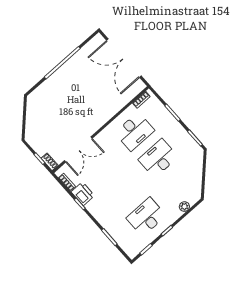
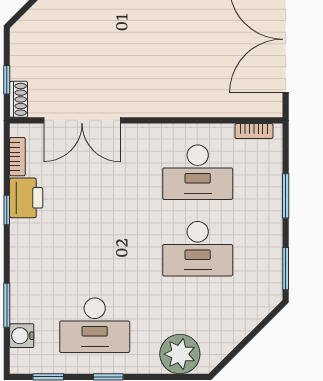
desk: (158, 158) -> (198, 249), turned 180
plant: (184, 207) -> (180, 354), width x1.87, depth x1.87
desk: (146, 217) -> (95, 325), turned 180
water cooler: (124, 243) -> (22, 336), added

